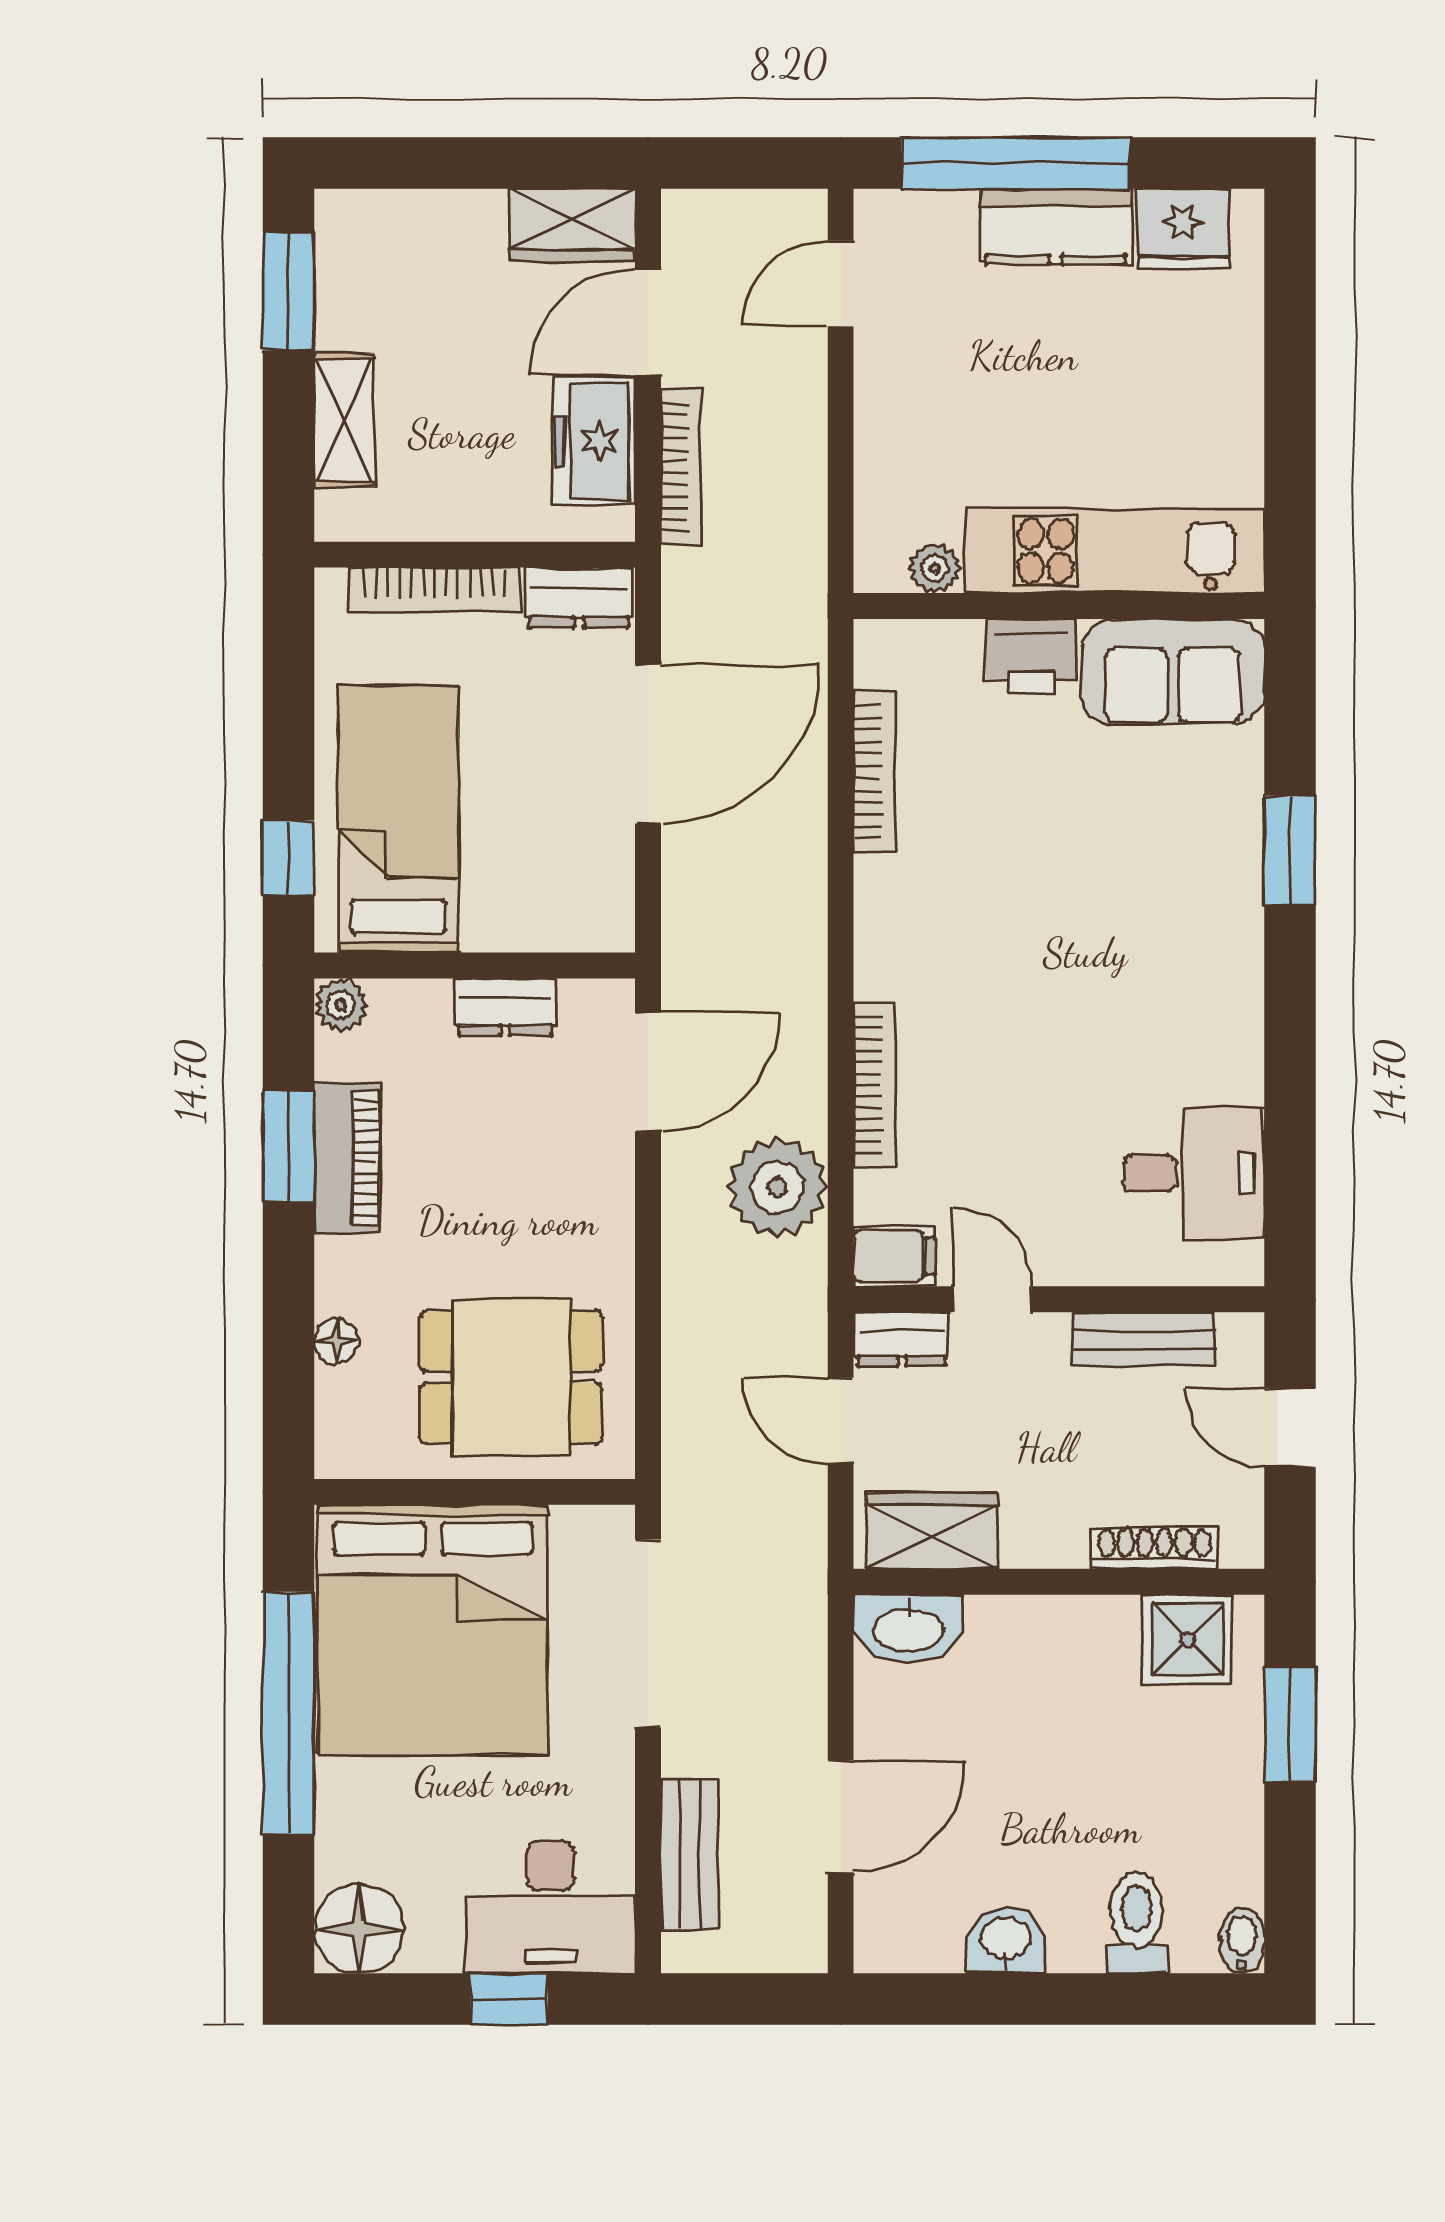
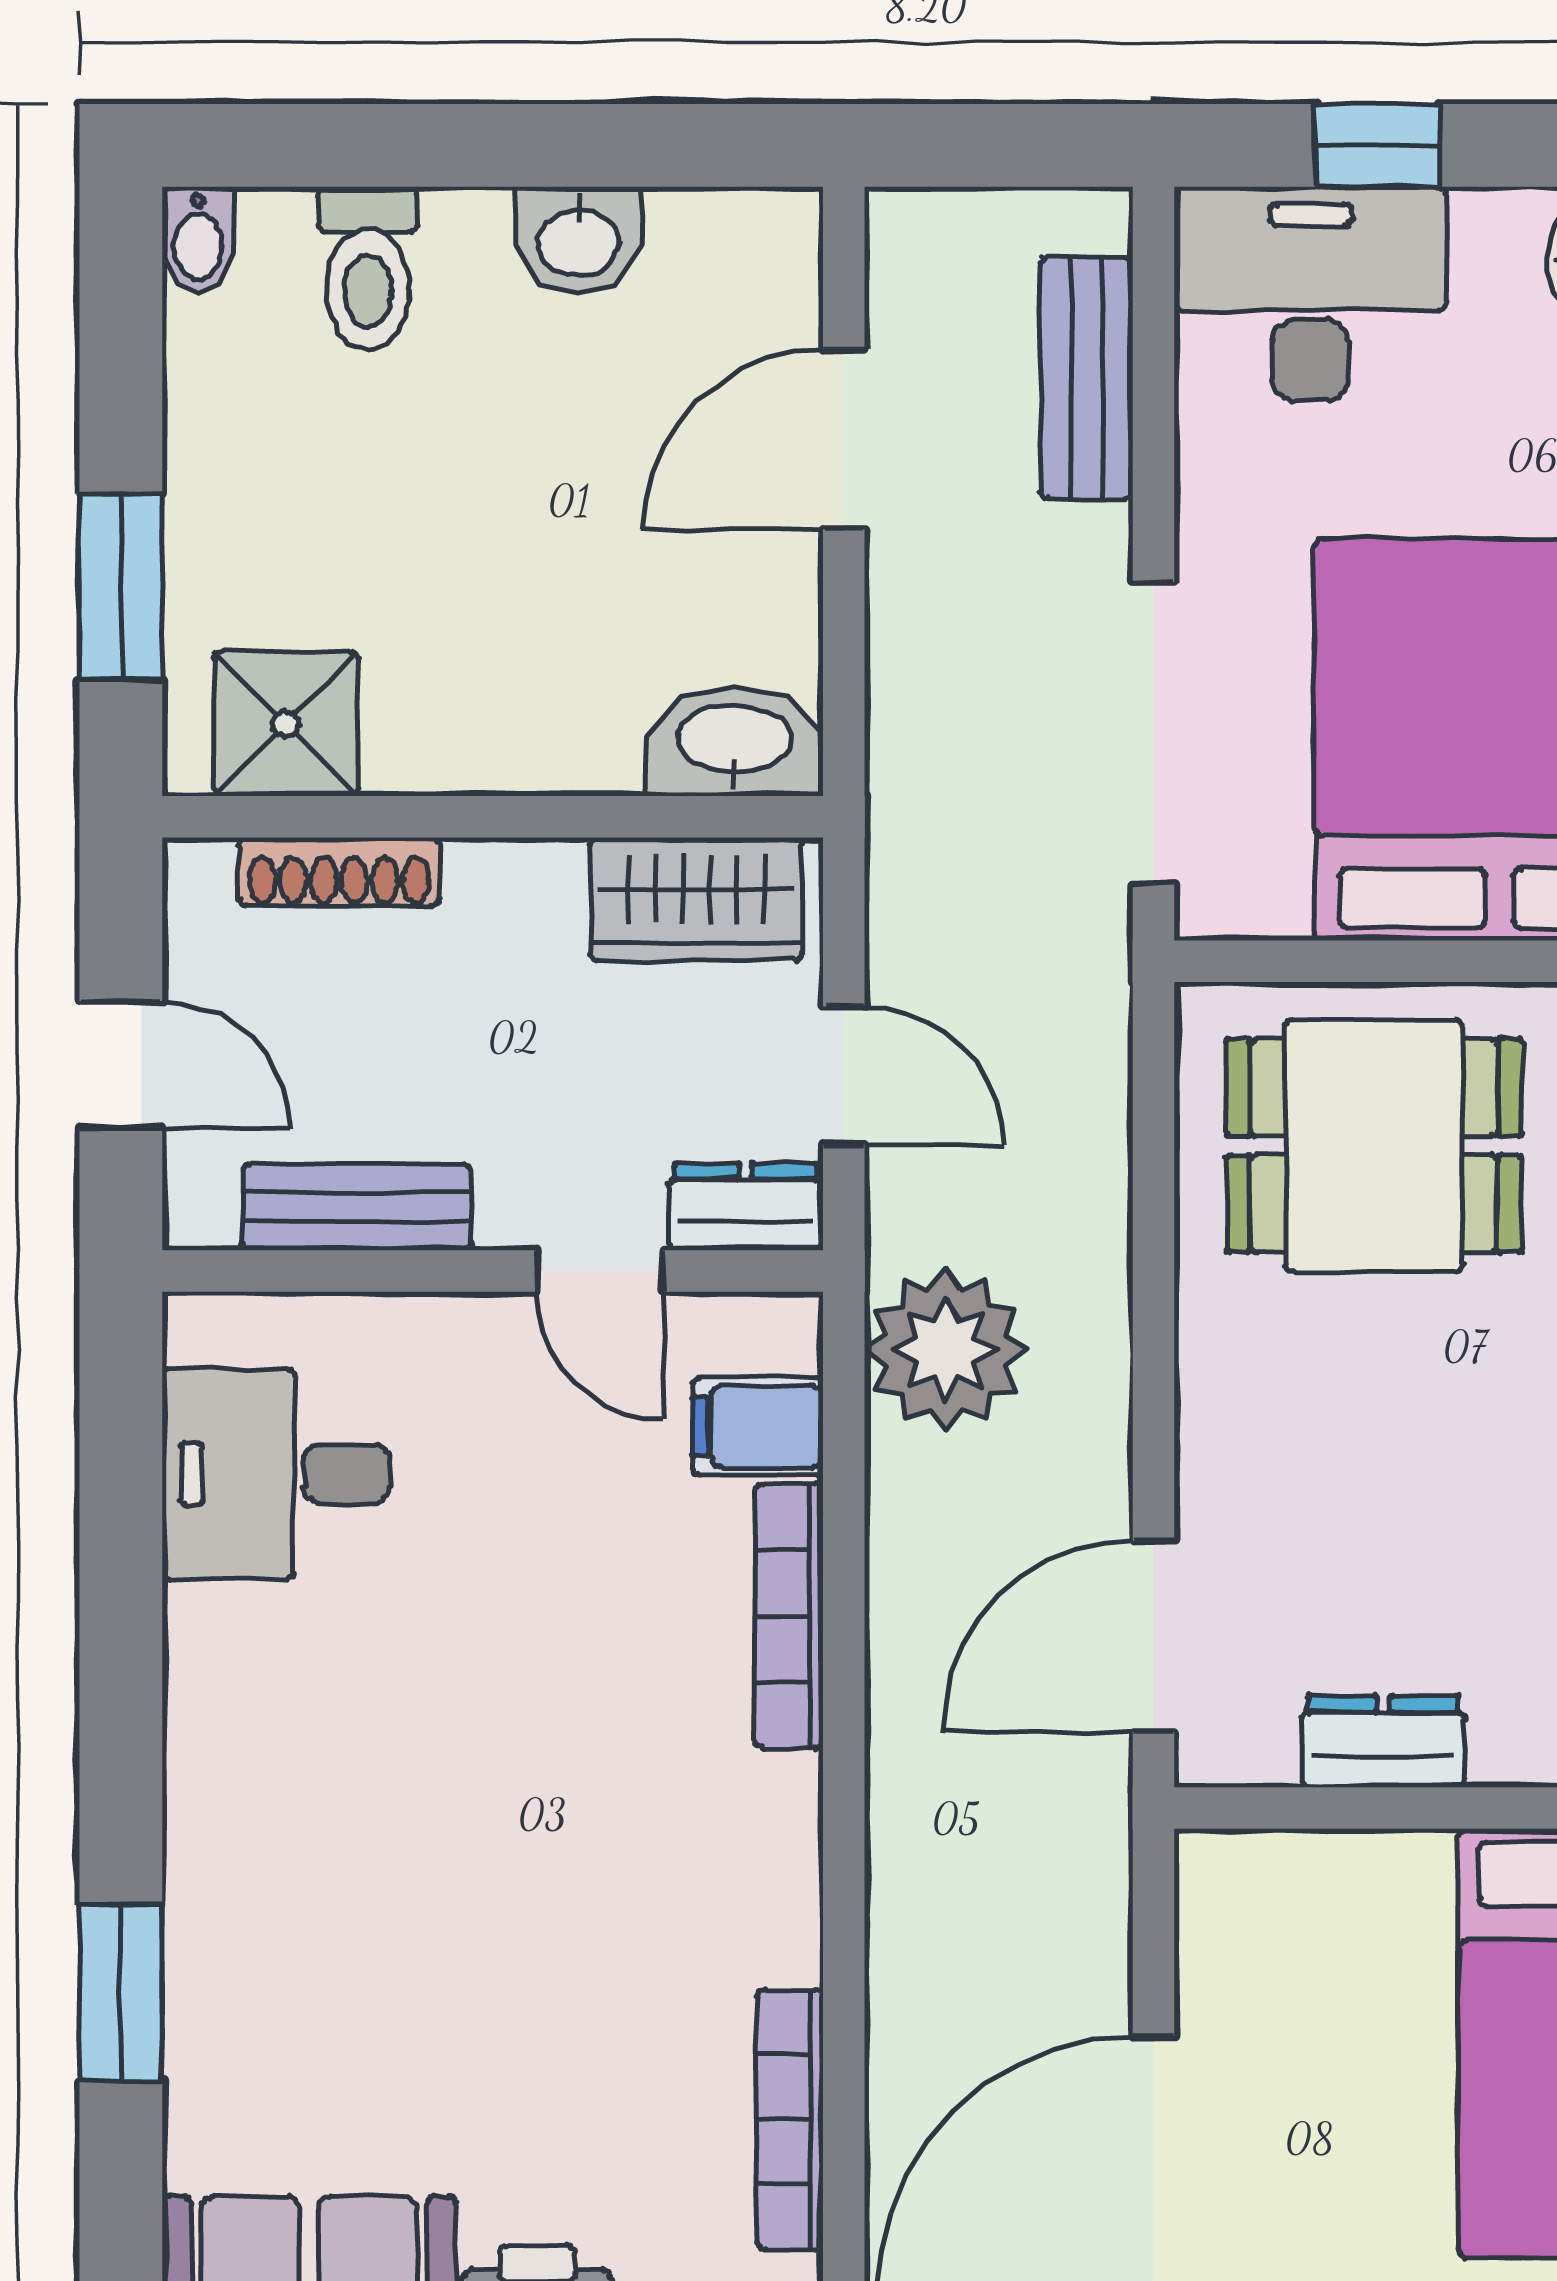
plant: (777, 1187) -> (946, 1350), moved
filing cabinet: (894, 1256) -> (758, 1427), moved

